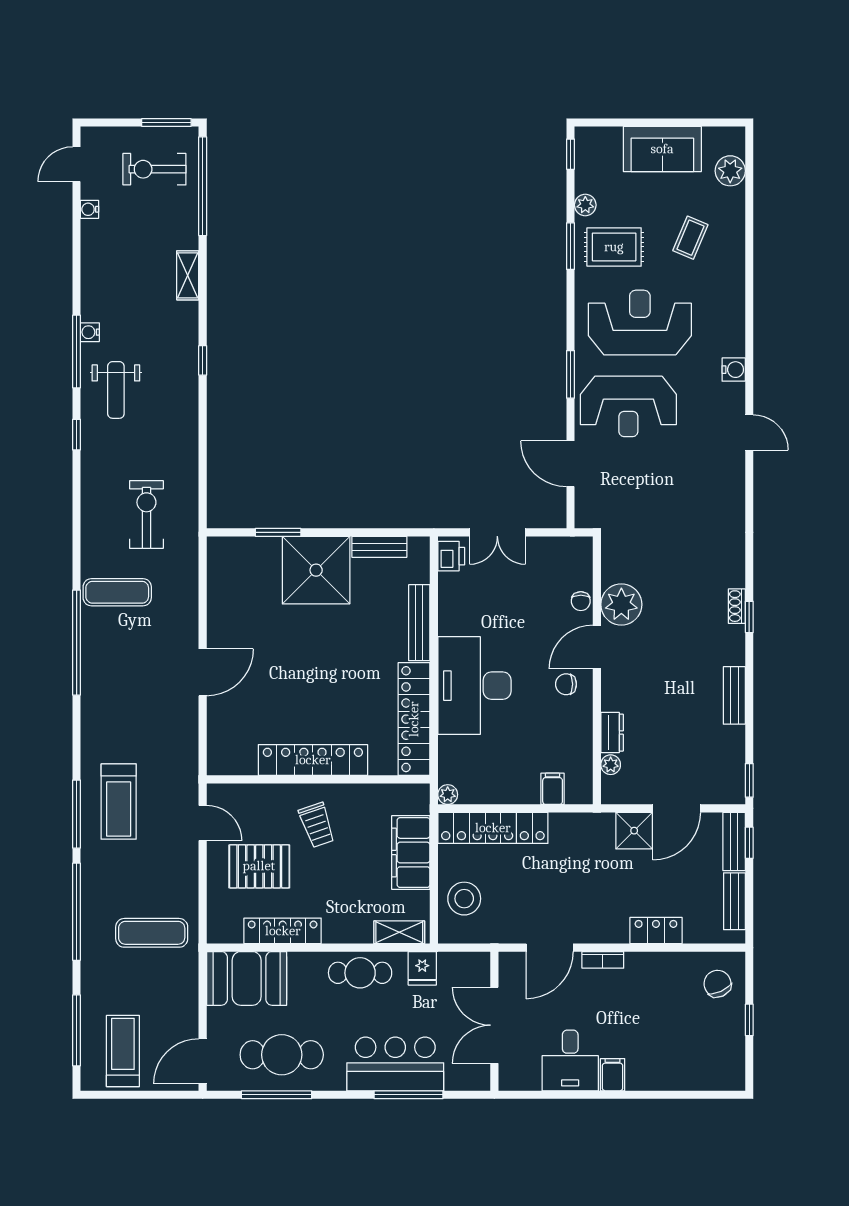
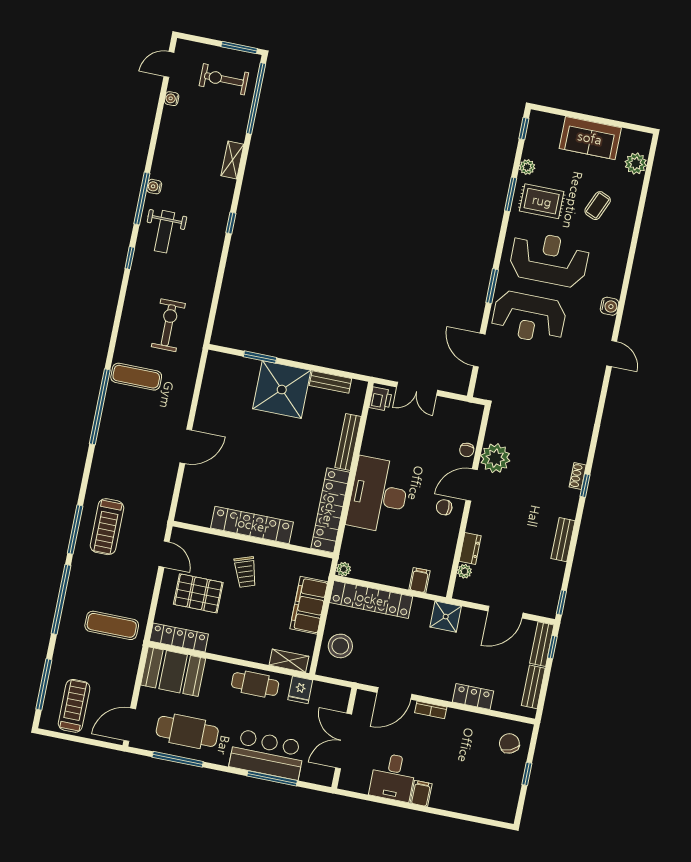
shower: (634, 831) -> (446, 617), moved
locker: (283, 931) -> (179, 637), moved

